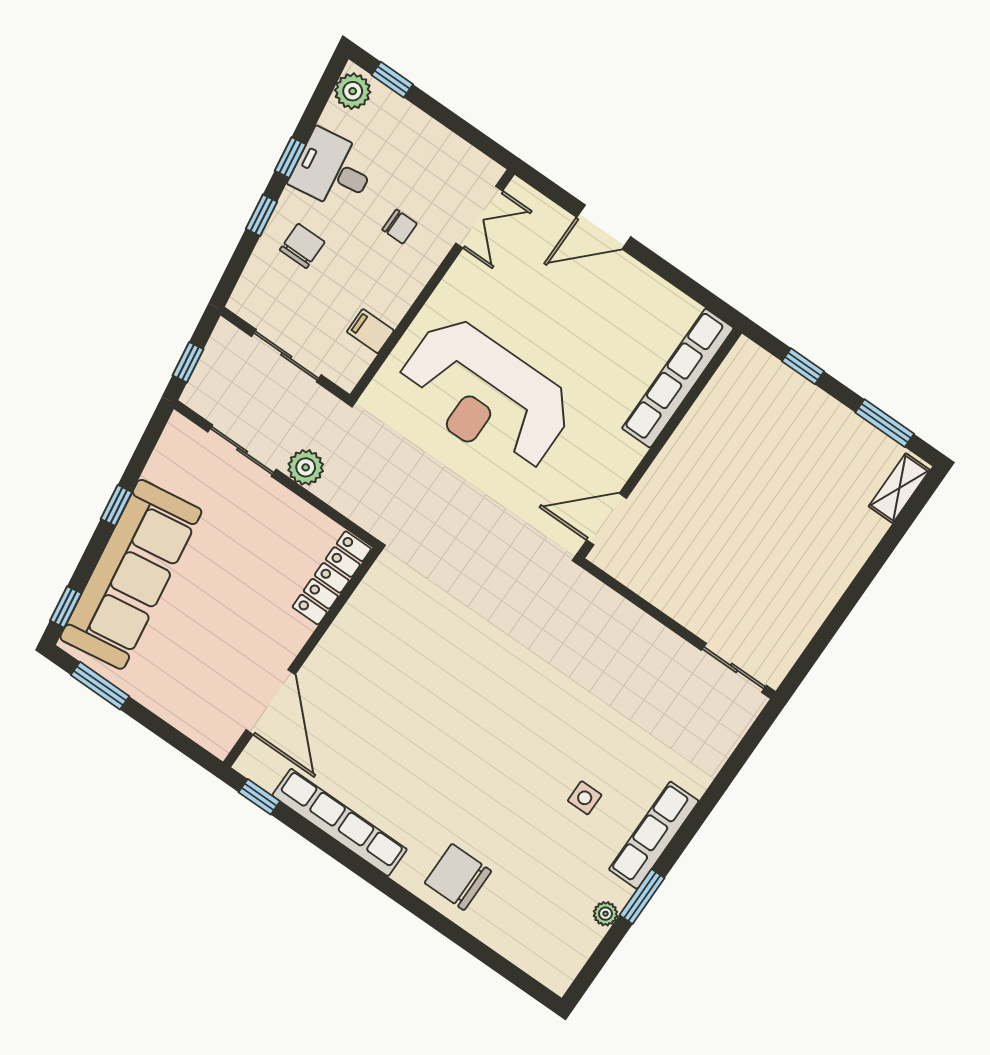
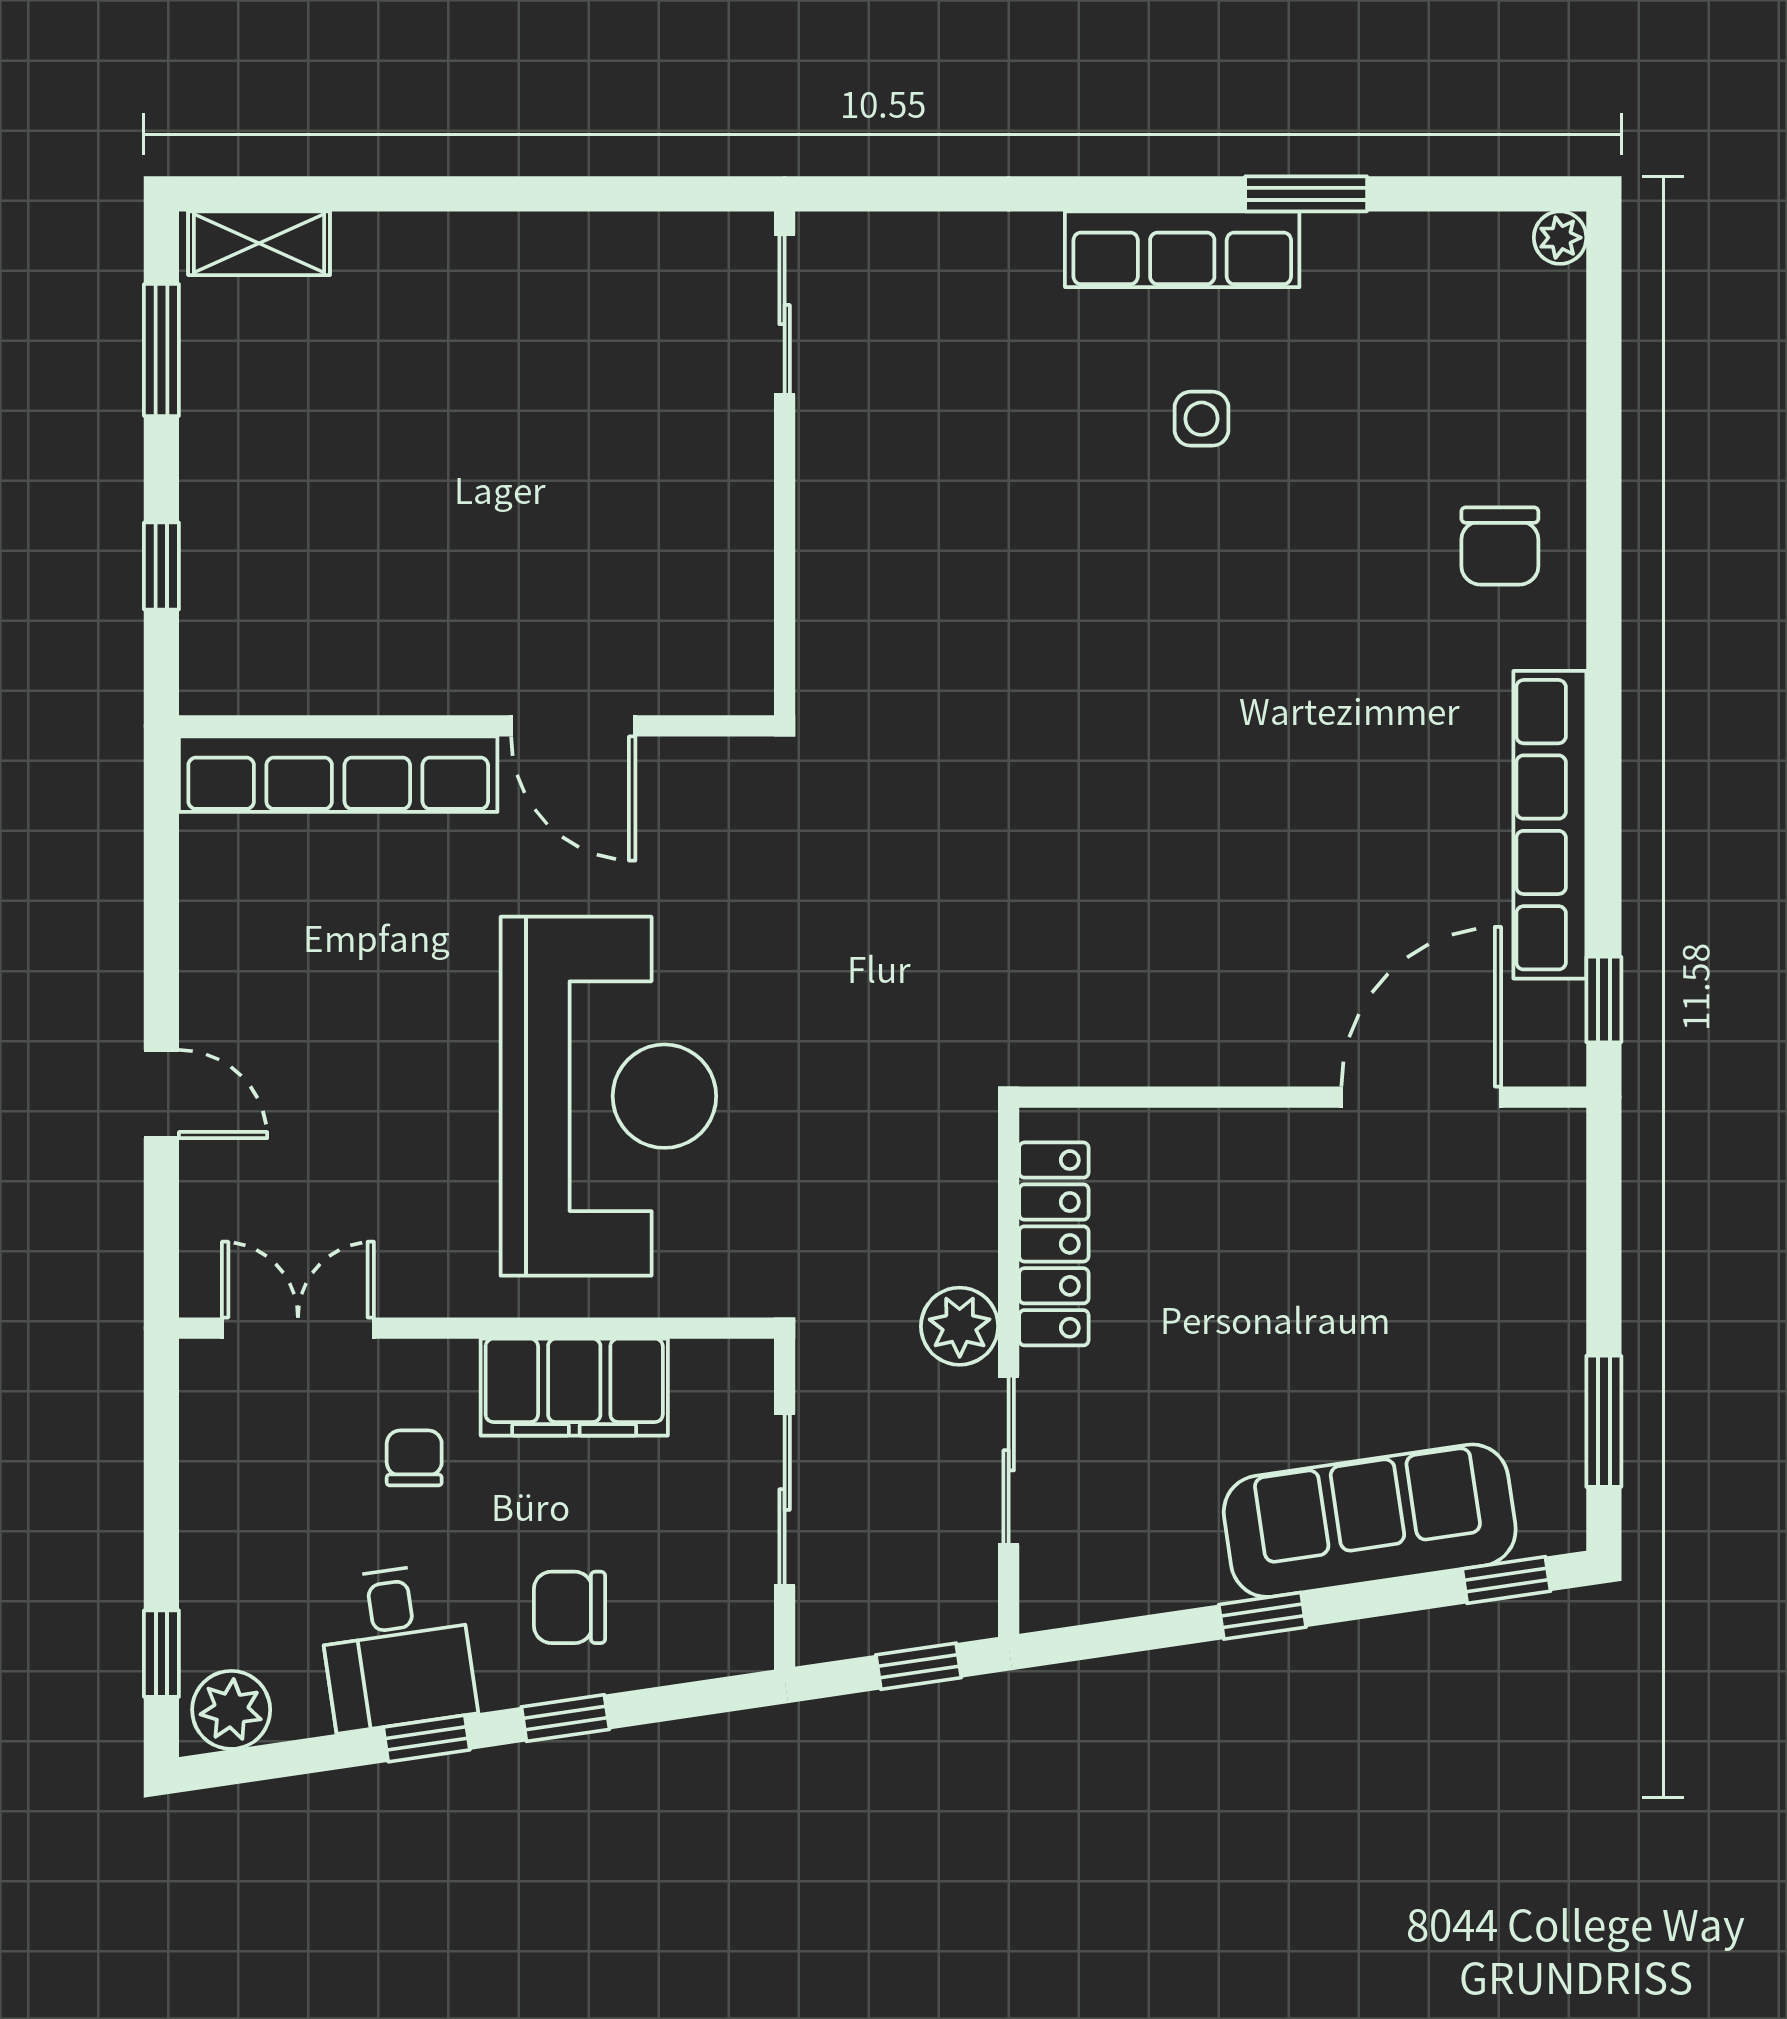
door: (604, 227) -> (161, 1094), width x0.73
filing cabinet: (370, 331) -> (574, 1387), width x3.00, depth x1.17
door: (606, 519) -> (573, 726), moved
sofa: (131, 574) -> (1370, 1521), width x0.74, depth x0.79
locker: (332, 578) -> (1054, 1244), moved, turned -90
chair: (458, 877) -> (1500, 546), width x0.73, depth x0.73
plant: (606, 914) -> (1560, 238), moved

